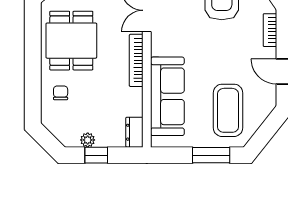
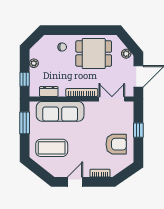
dresser: (134, 132) -> (49, 91), moved
window: (96, 155) -> (25, 79), moved
window: (211, 155) -> (25, 123), moved

